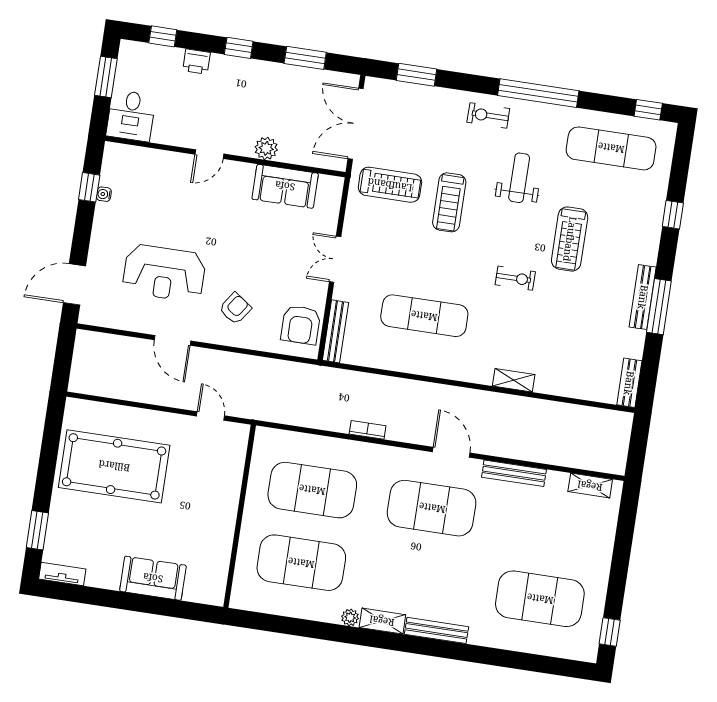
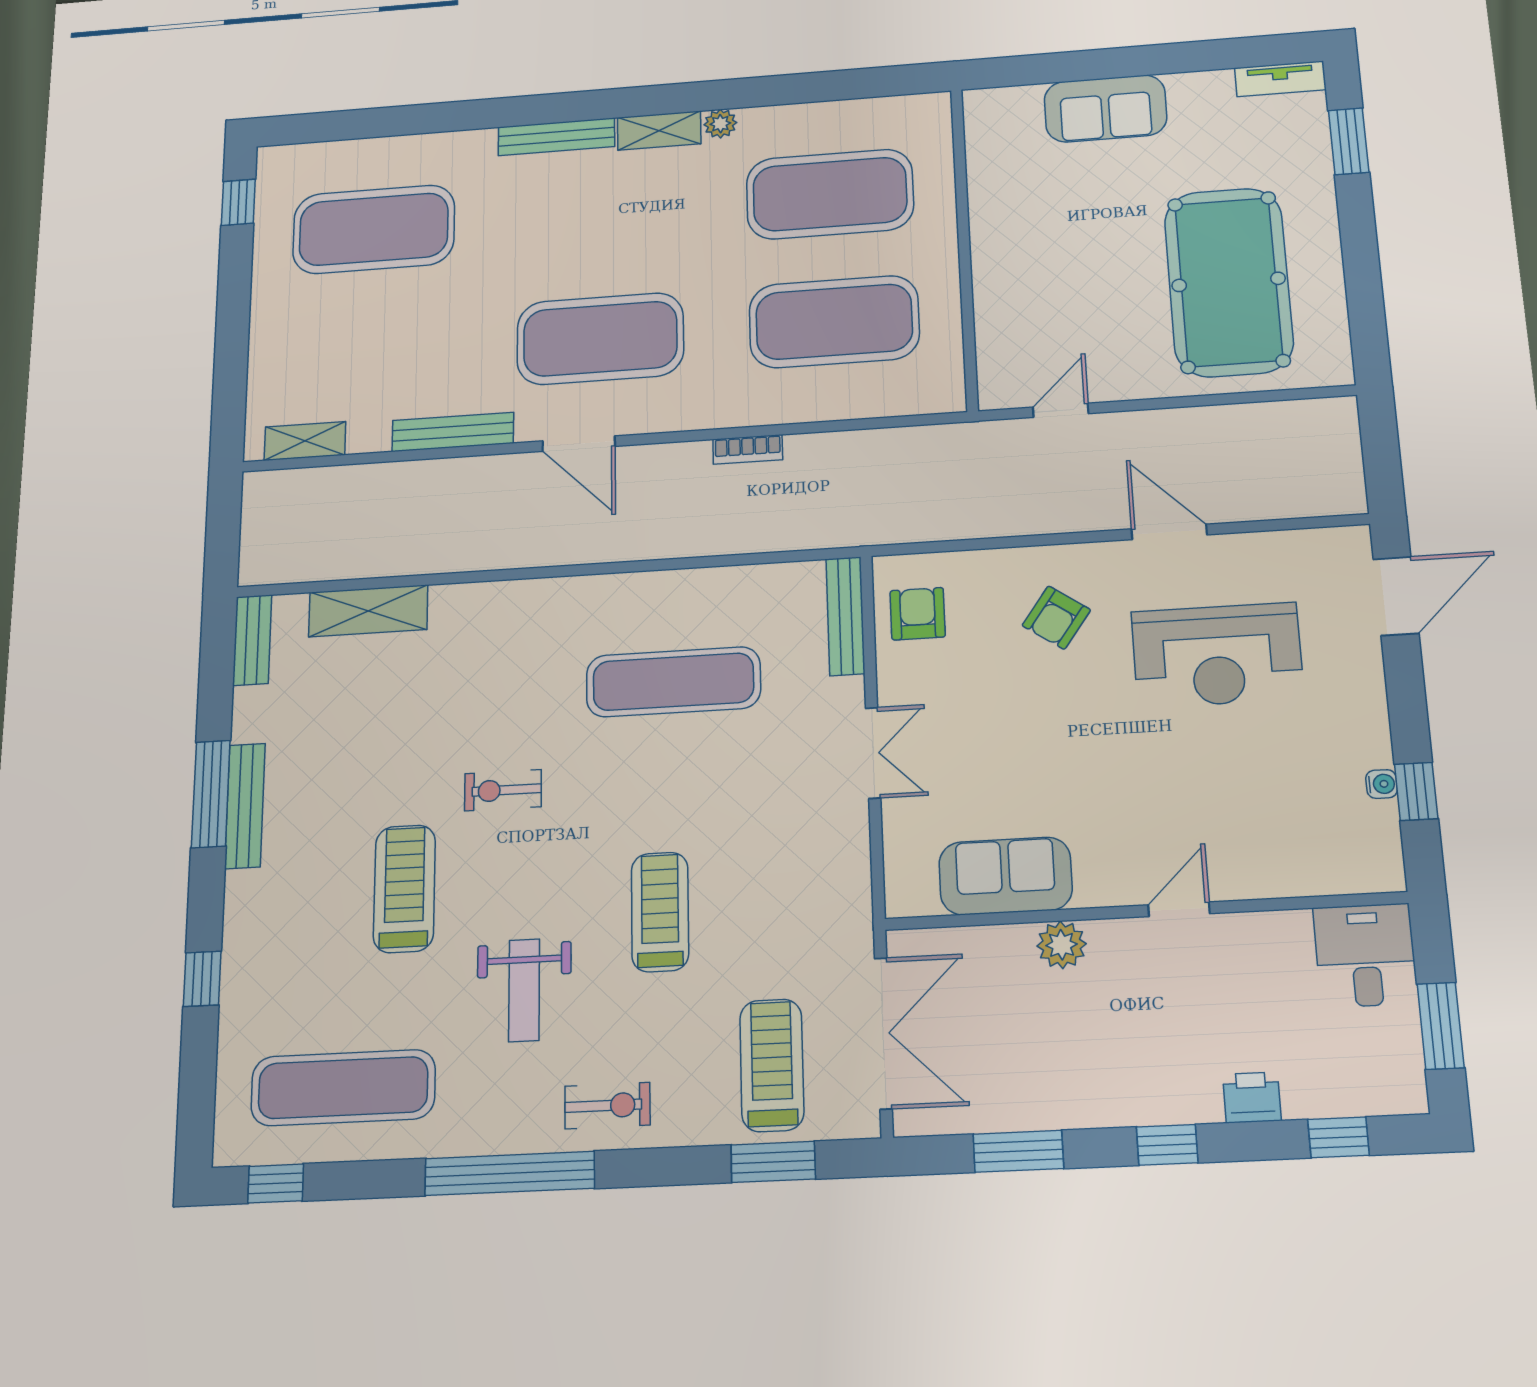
treadmill: (390, 185) -> (772, 1065), moved, turned 90
reception desk: (164, 273) -> (1217, 655), turned 180
armchair: (301, 325) -> (918, 614), width x0.72, depth x0.72
shelving: (514, 380) -> (368, 611), moved, width x1.50, depth x1.33
door: (211, 416) -> (1061, 410), swing flipped
pool table: (114, 466) -> (1229, 282), turned 90

